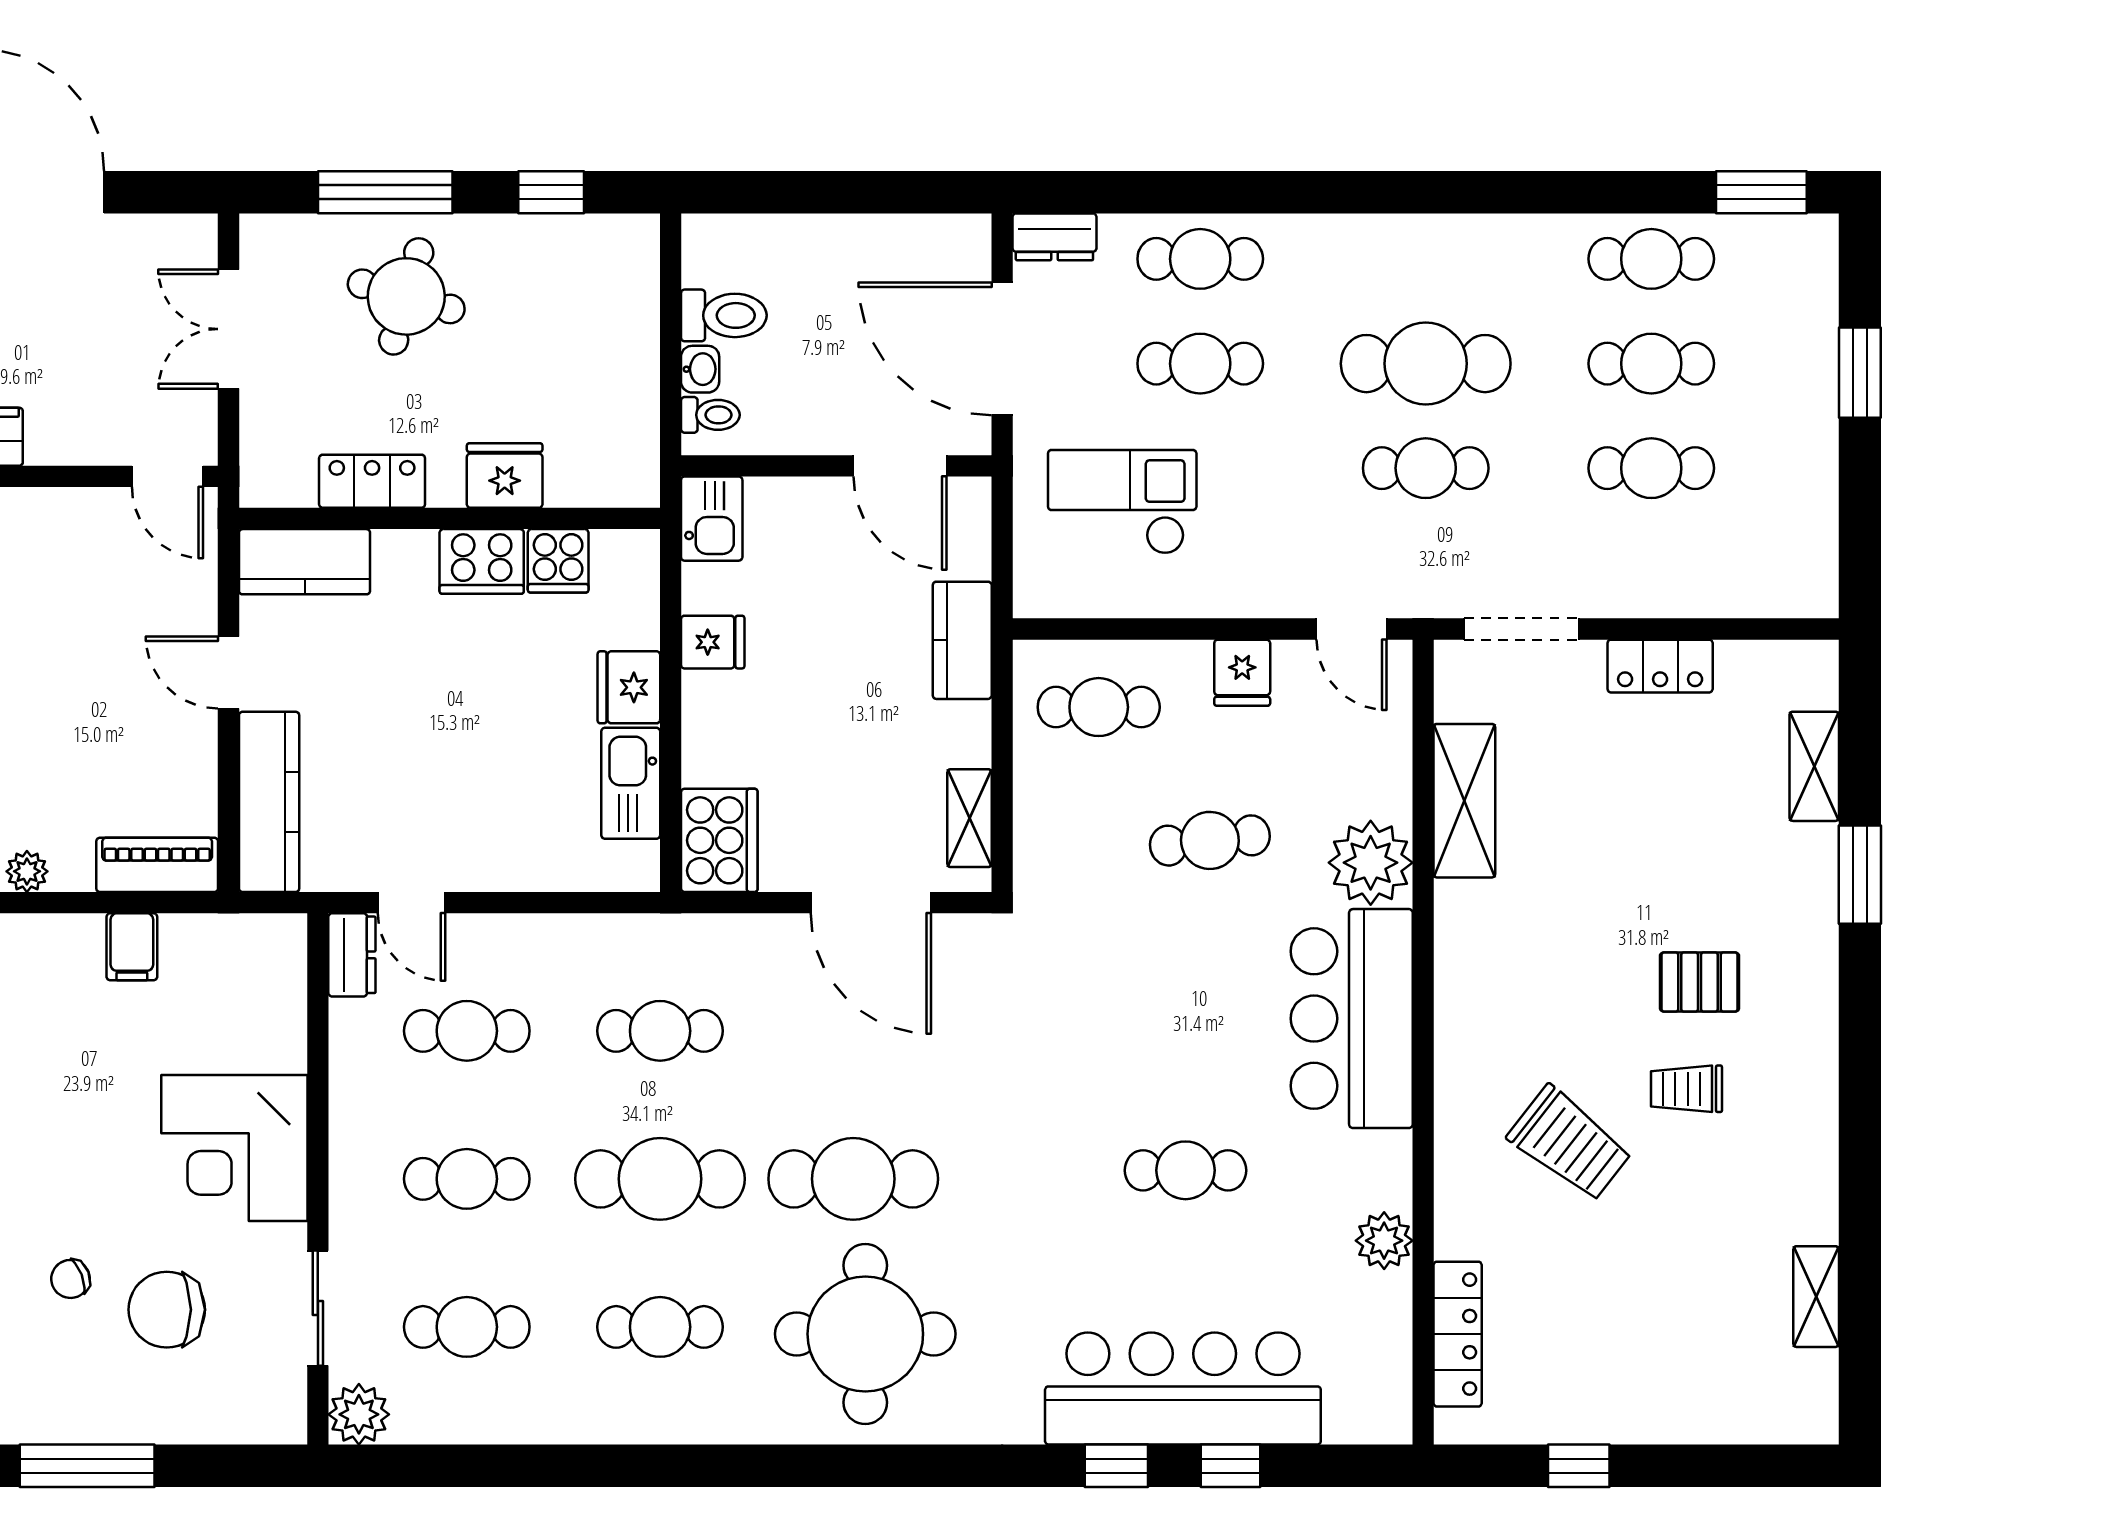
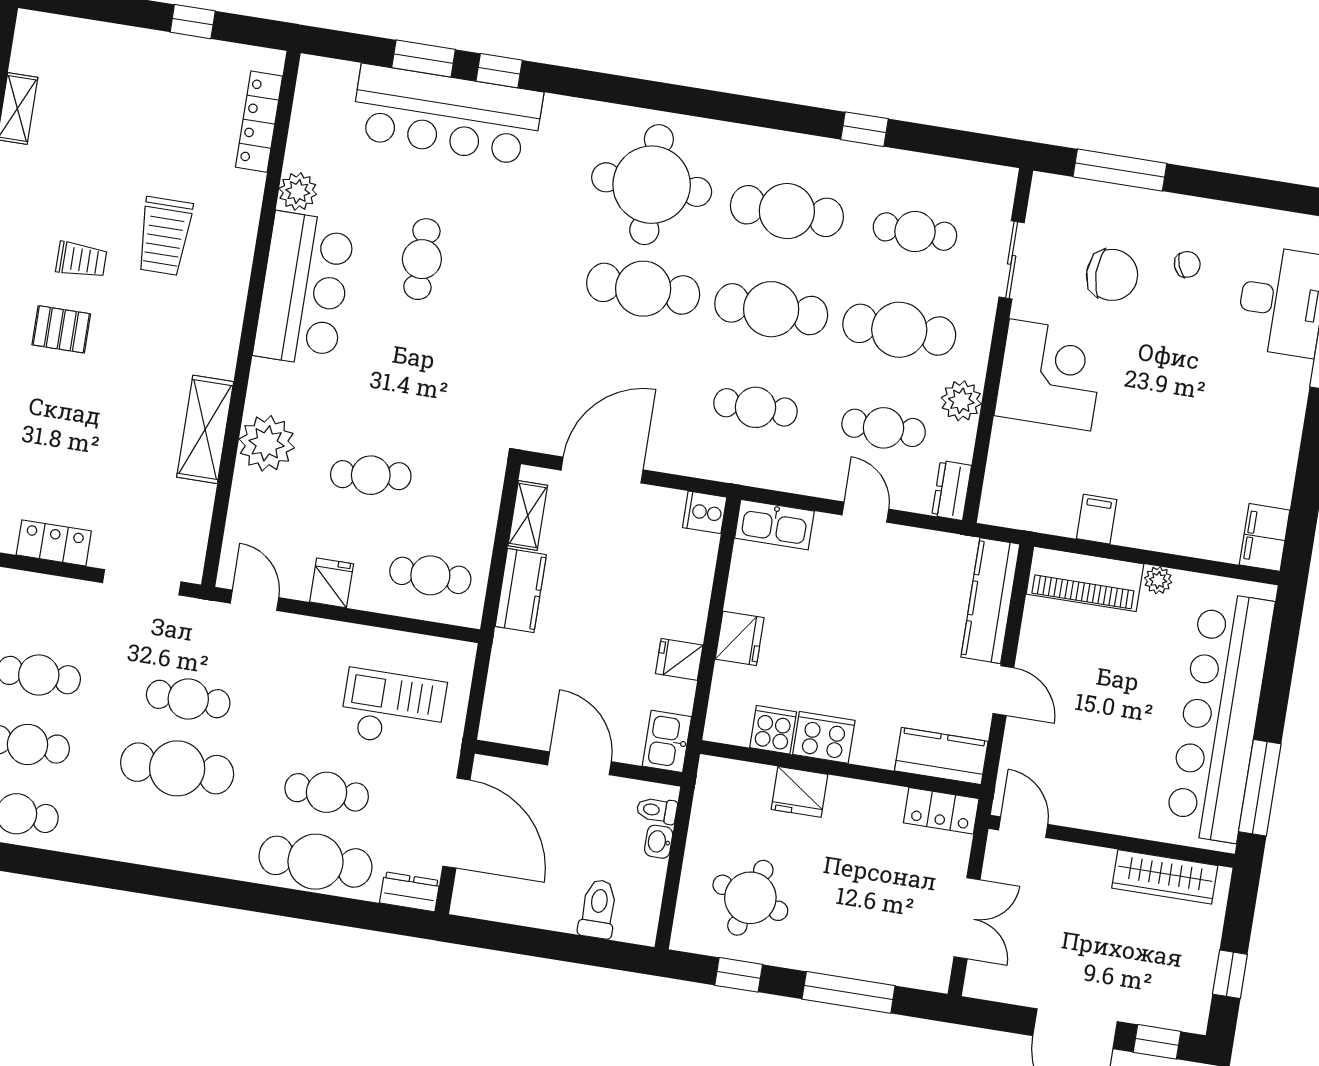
cafe table: (1200, 259) -> (315, 862), width x1.37, depth x1.35
round table: (406, 296) -> (750, 898), moved
toilet: (724, 315) -> (598, 909), moved, turned 90
door: (900, 466) -> (579, 763), moved
locker: (372, 481) -> (941, 811), moved
checkout: (1122, 502) -> (393, 709), turned 180
kitchen counter: (962, 640) -> (521, 591), moved
kitchen sink: (631, 783) -> (774, 525), moved, turned 90
shelving: (1464, 801) -> (205, 429), moved
cooker: (719, 840) -> (705, 512), width x0.53, depth x0.76
piano: (157, 865) -> (1085, 579), width x1.37, depth x1.33
door: (412, 903) -> (865, 512), moved
door: (871, 903) -> (602, 470), hinge flipped
bar counter: (1352, 1019) -> (304, 289), moved
trolley: (1570, 1144) -> (164, 236), turned -128
cafe table: (1186, 1170) -> (422, 259), turned 90
cafe table: (467, 1179) -> (899, 330), width x1.37, depth x1.35
chair: (70, 1279) -> (1187, 264), moved
cafe table: (660, 1327) -> (787, 211), width x1.37, depth x1.35
plant: (359, 1414) -> (961, 401), moved
window: (87, 1466) -> (1120, 170), moved
window: (565, 1466) -> (865, 129), added
window: (1230, 1466) -> (424, 59), width x1.50

